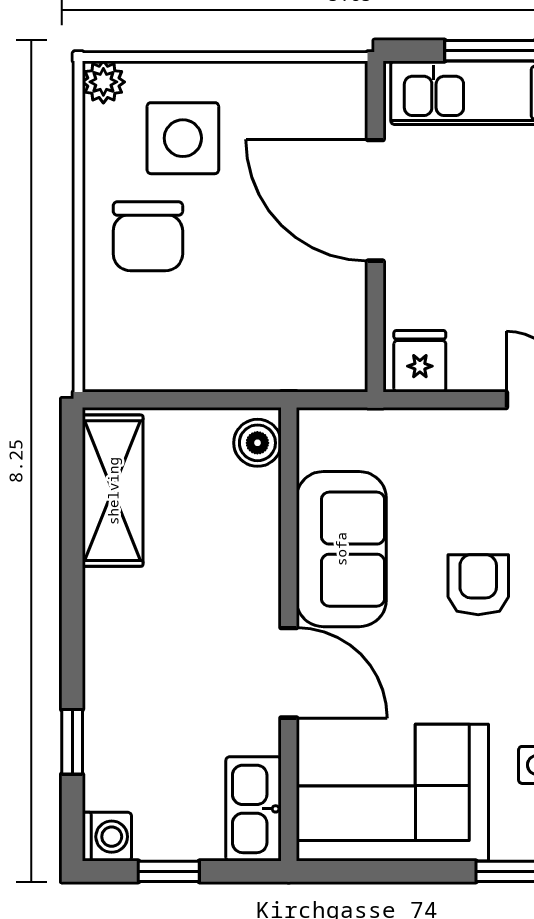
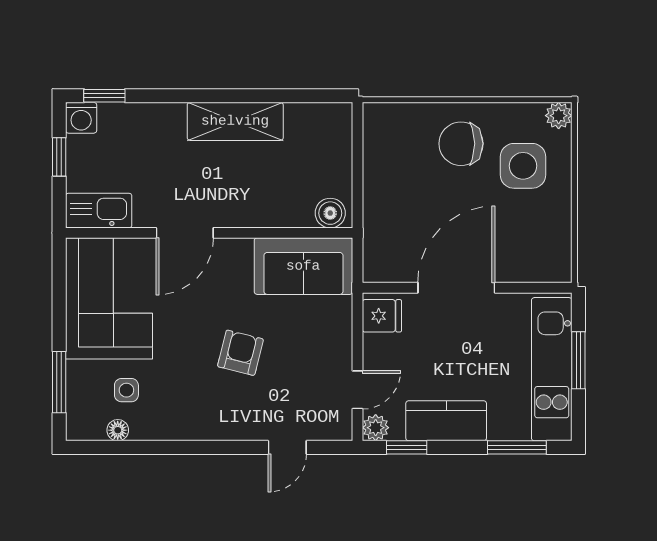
door: (375, 200) -> (456, 288), moved
shelving: (113, 491) -> (235, 121), moved
sofa: (341, 549) -> (303, 266), moved
armchair: (478, 585) -> (240, 353), turned -76
window: (72, 742) -> (104, 96), moved

